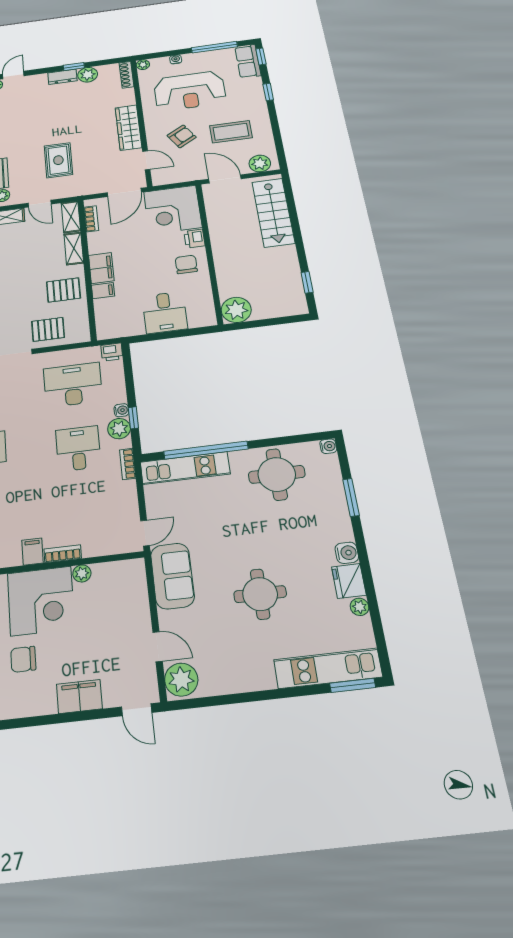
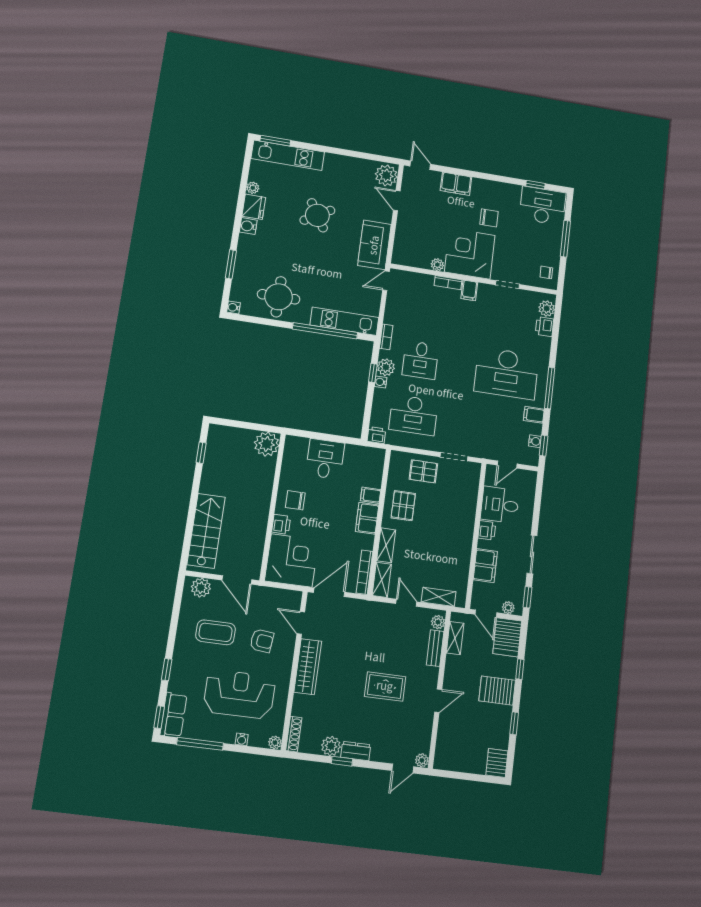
armchair: (182, 136) -> (262, 641), turned -143
rug: (58, 160) -> (385, 686), moved, turned 90
bookcase: (91, 219) -> (364, 572), width x1.56
chair: (186, 264) -> (295, 500), turned 90
pallet: (64, 290) -> (403, 506), turned 90
round table: (260, 594) -> (317, 215), turned -31

